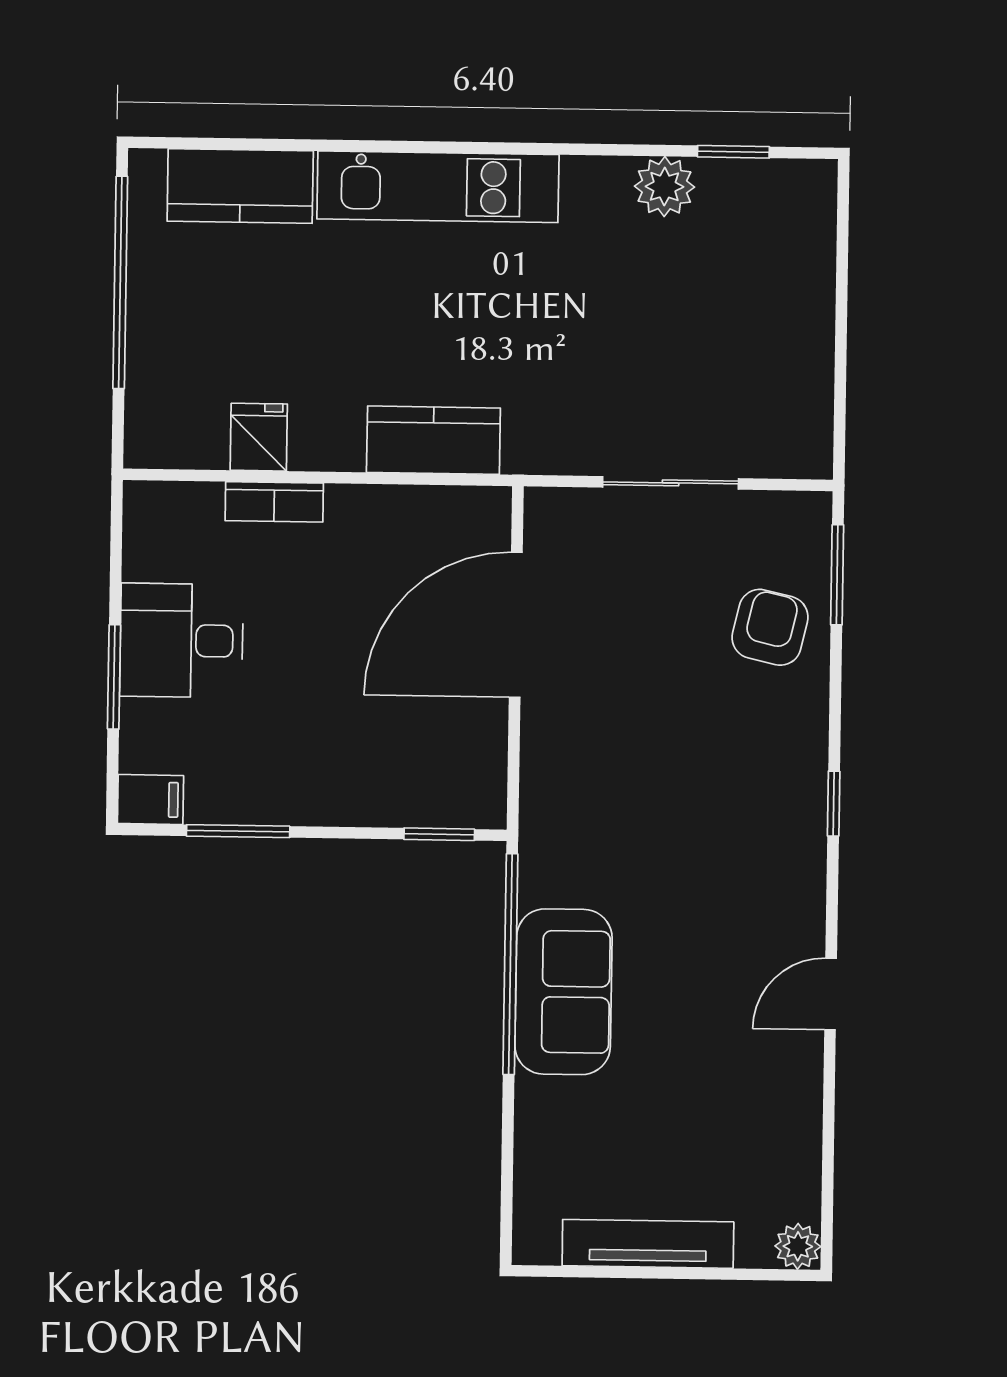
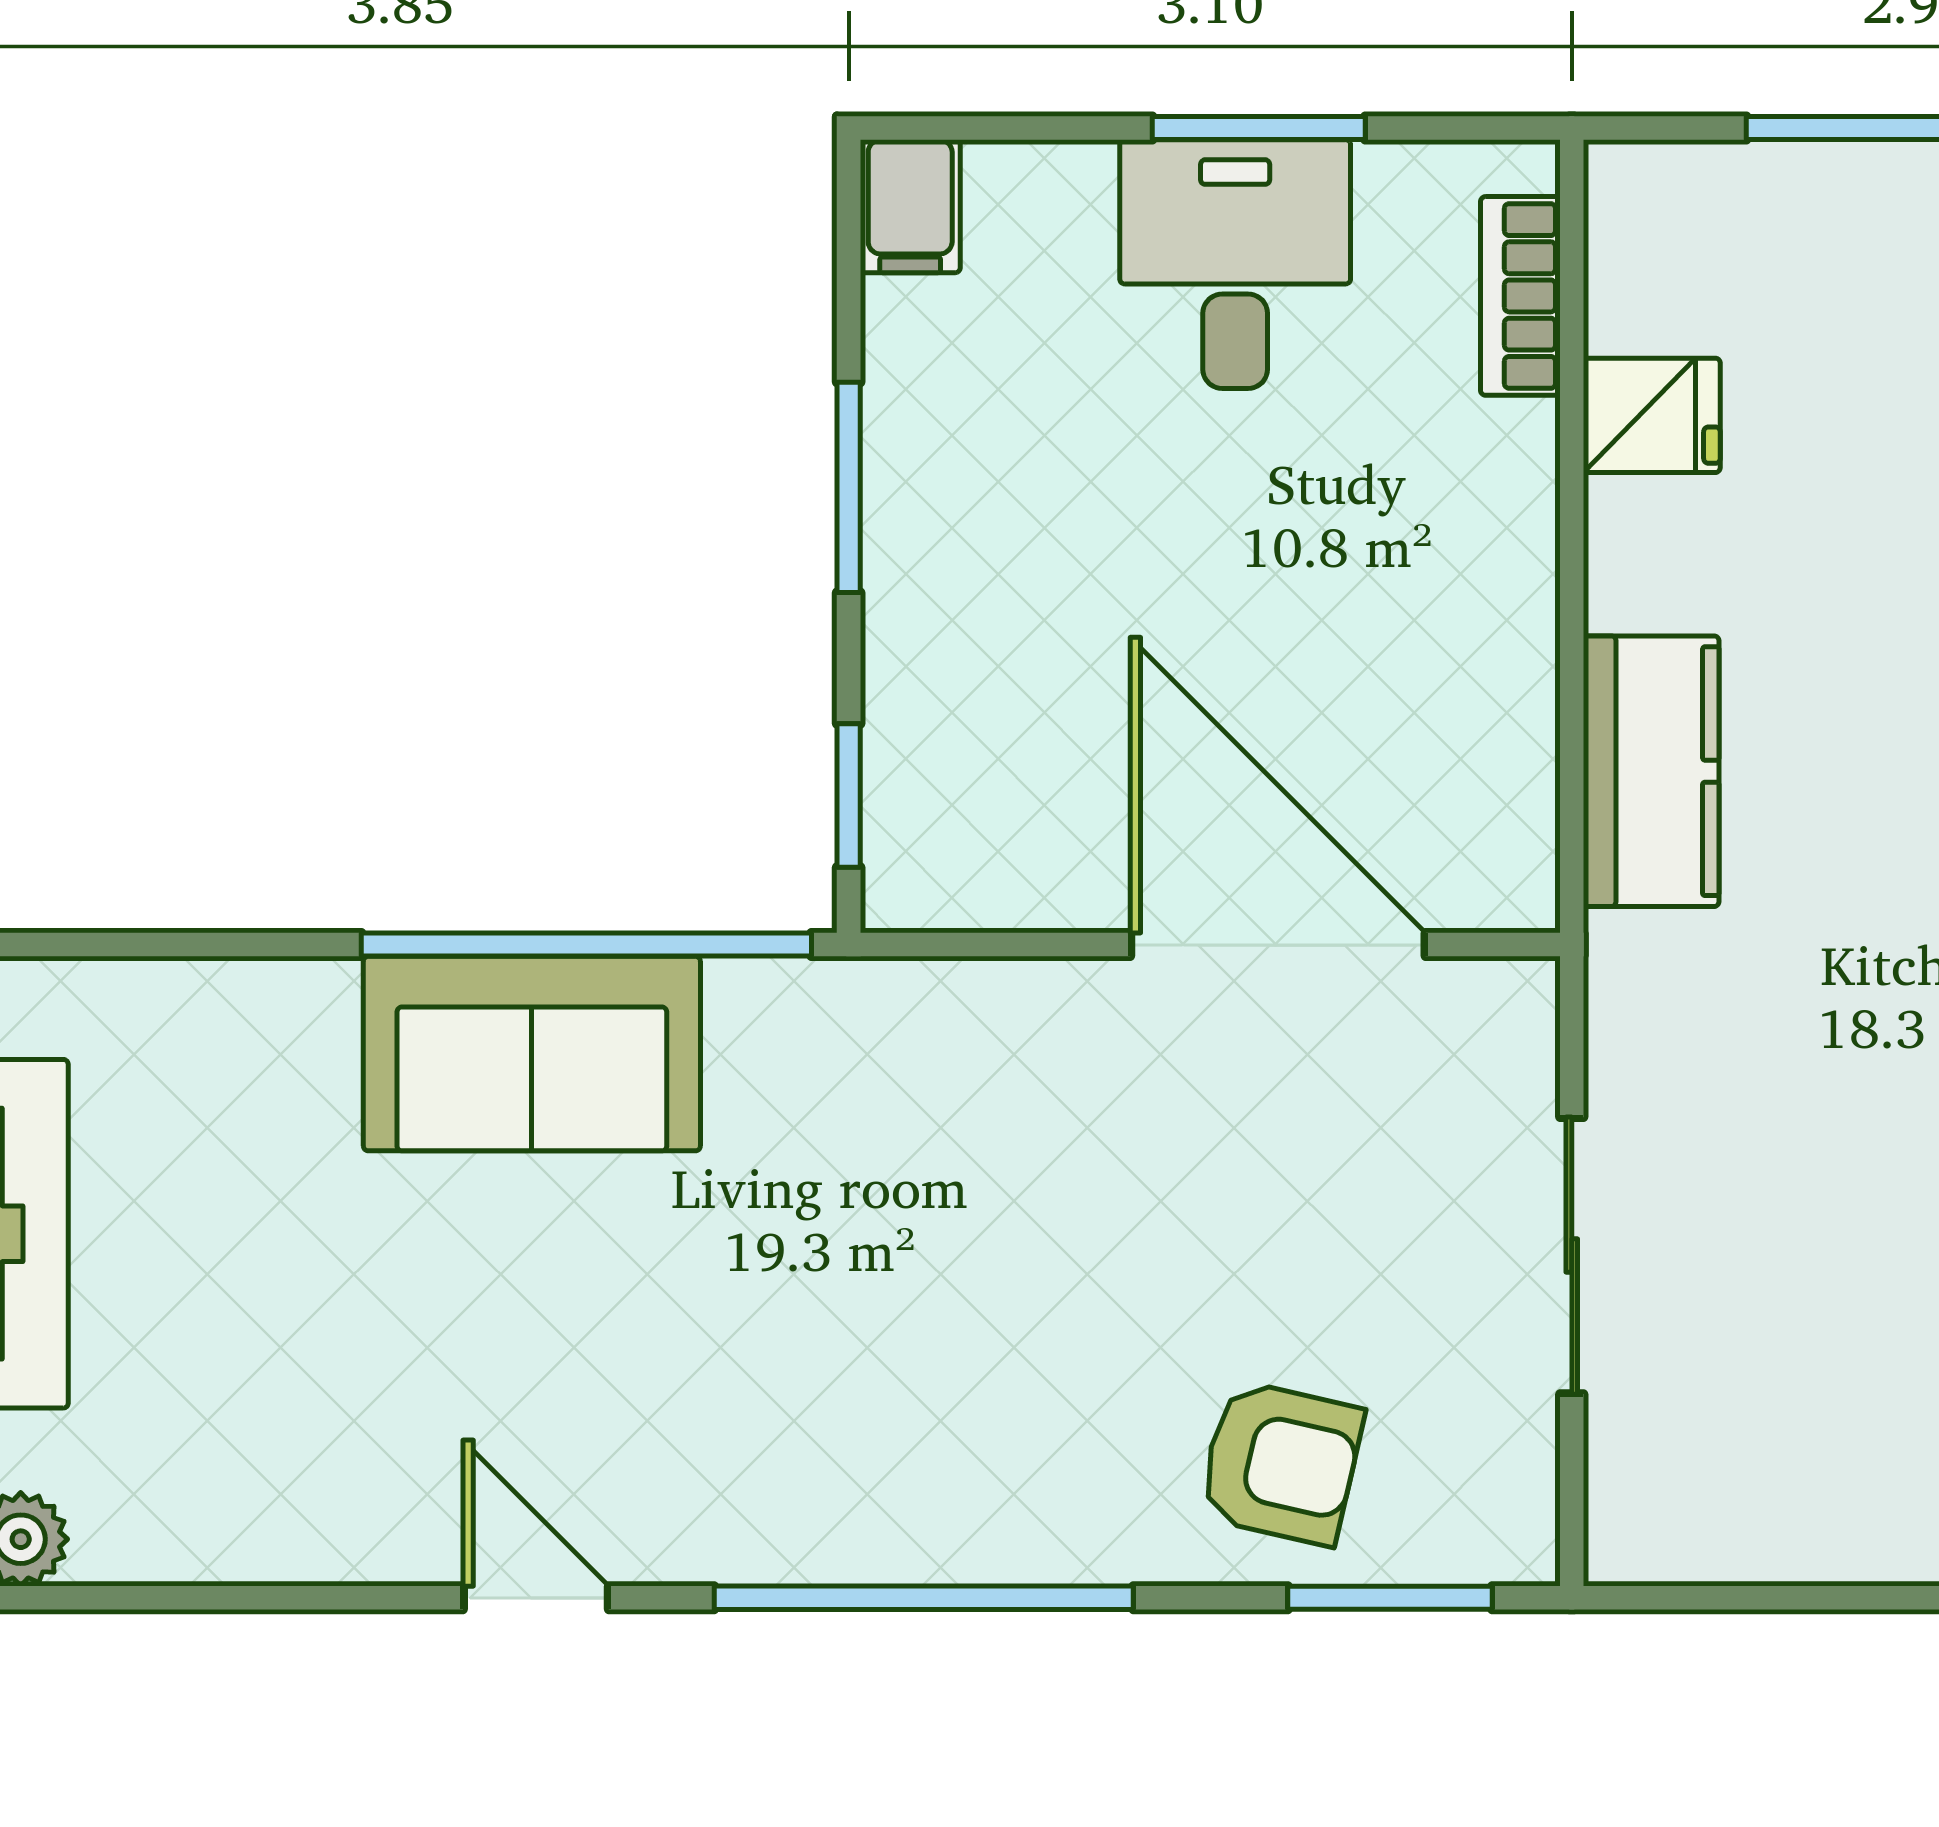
bookcase: (274, 502) -> (1520, 296), moved
window: (114, 677) -> (1259, 128), moved
window: (834, 804) -> (924, 1598), width x3.17
window: (238, 831) -> (849, 487), moved

